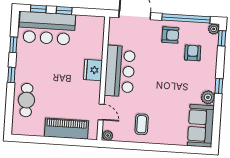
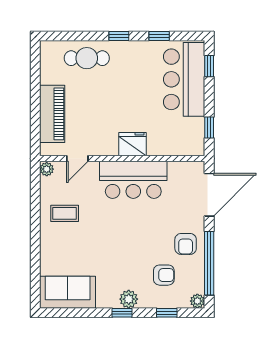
window: (64, 10) -> (209, 128), moved
window: (222, 38) -> (167, 313), moved
plant: (208, 97) -> (129, 299), moved

